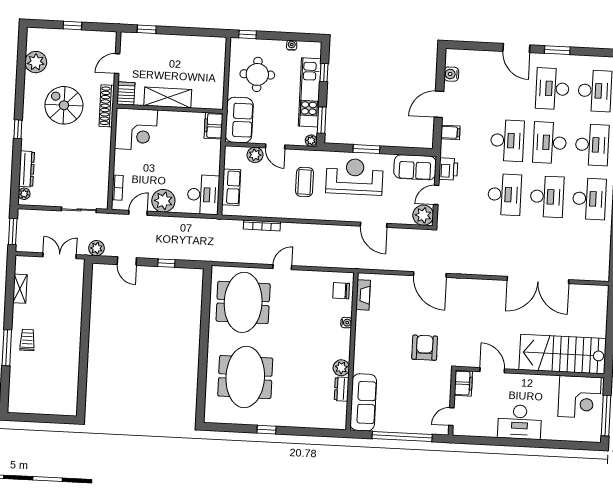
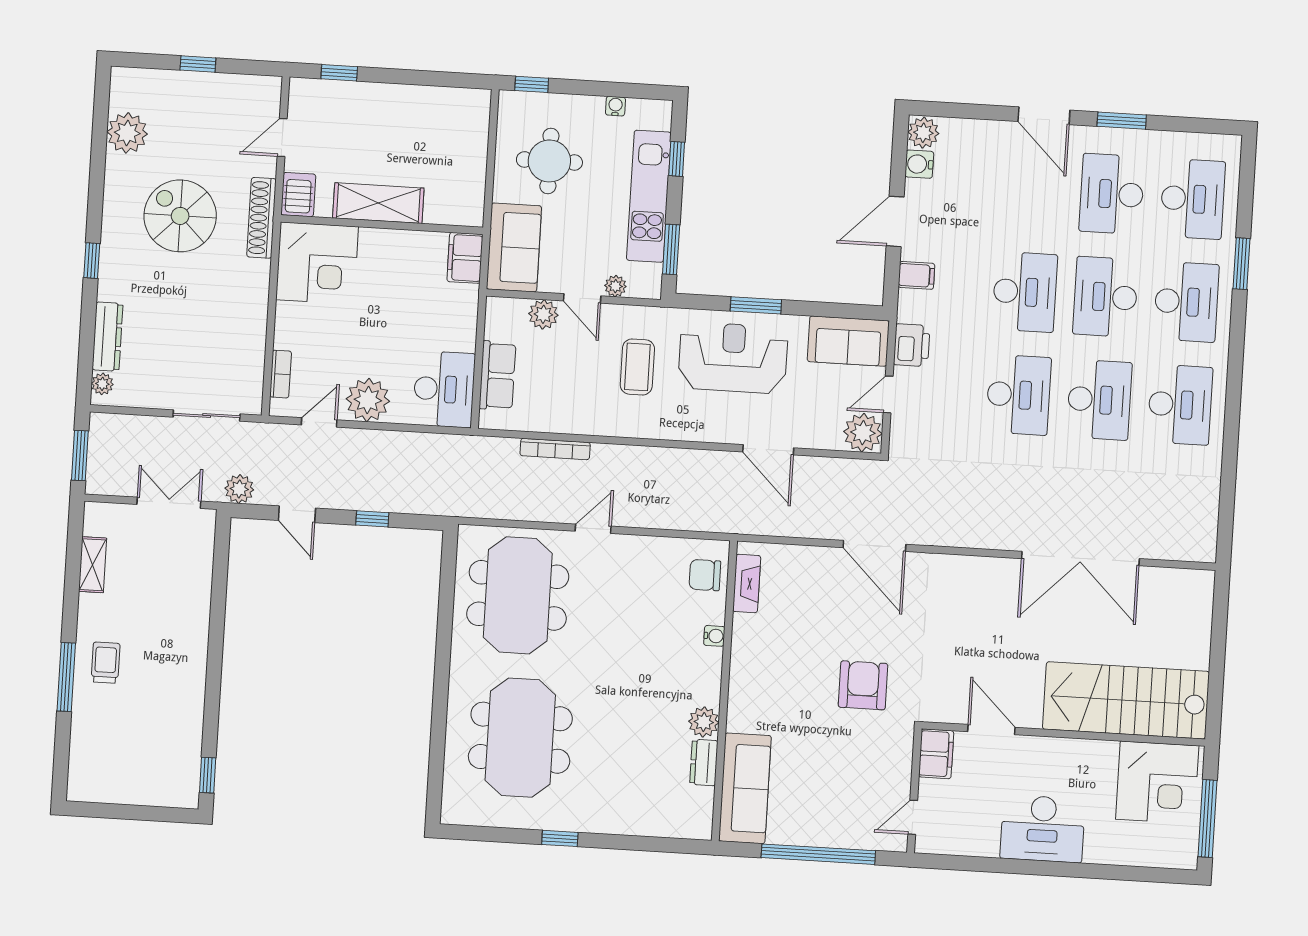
plant: (453, 58) -> (923, 133), added
plant: (311, 141) -> (615, 286), moved
window: (81, 398) -> (208, 775), added

